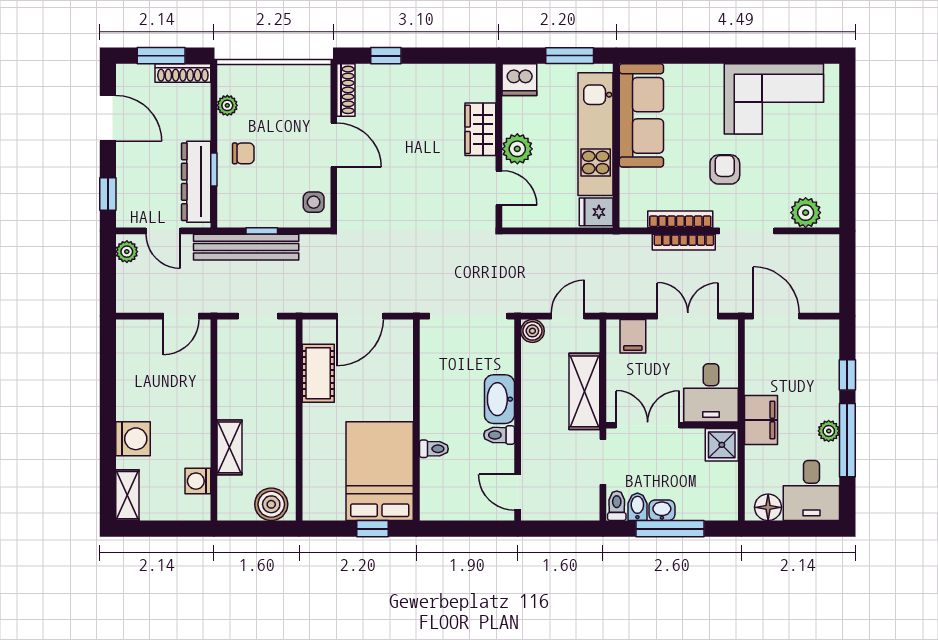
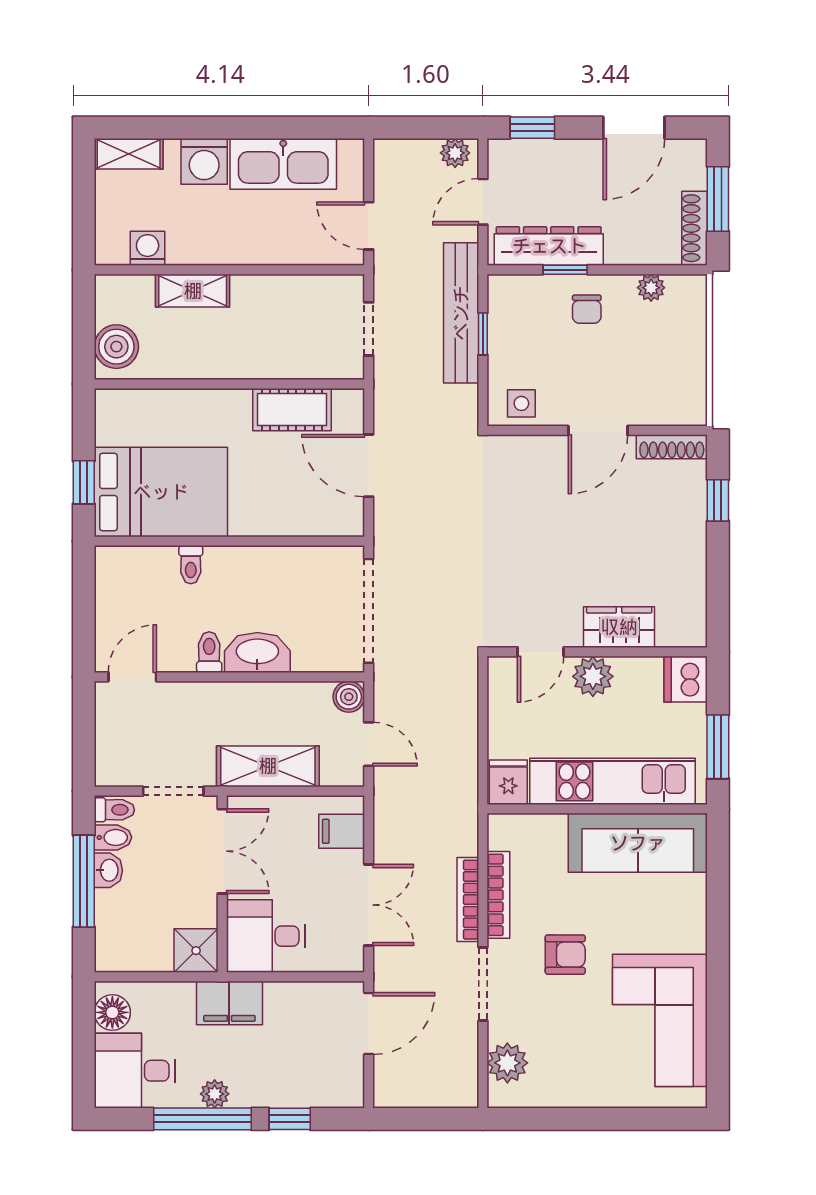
kitchen sink: (135, 380) -> (283, 164), added

